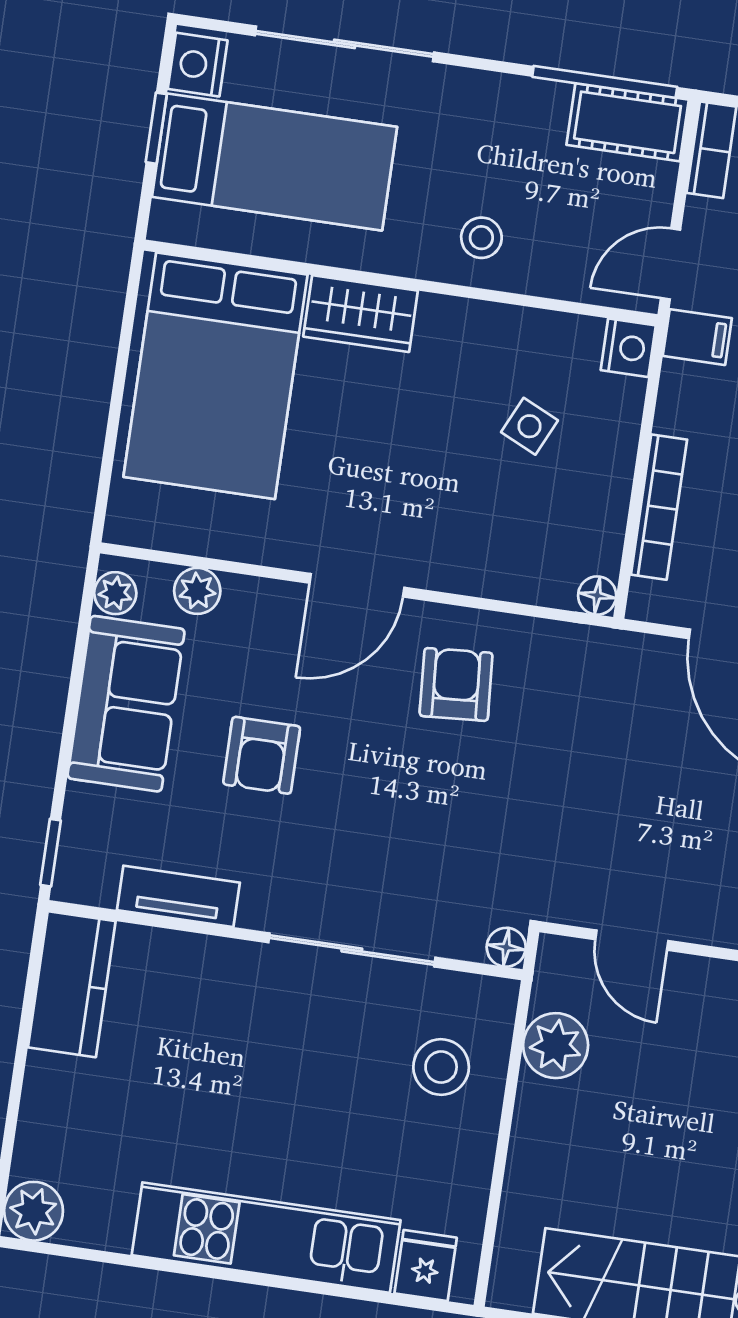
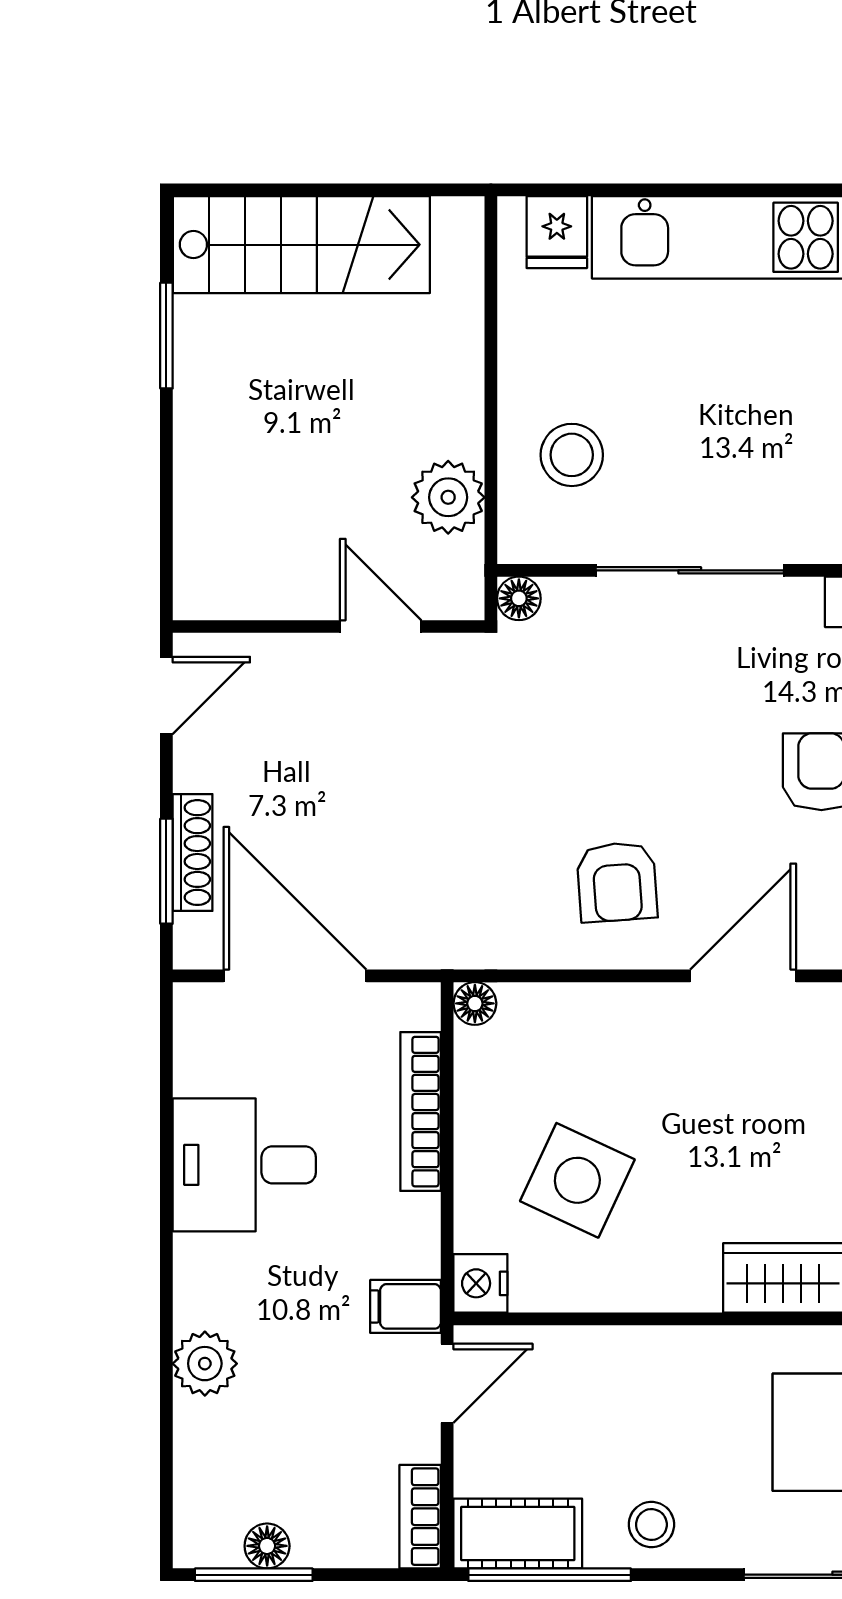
stool: (481, 238) -> (651, 1524), moved
side table: (529, 426) -> (577, 1180), width x1.87, depth x1.87

